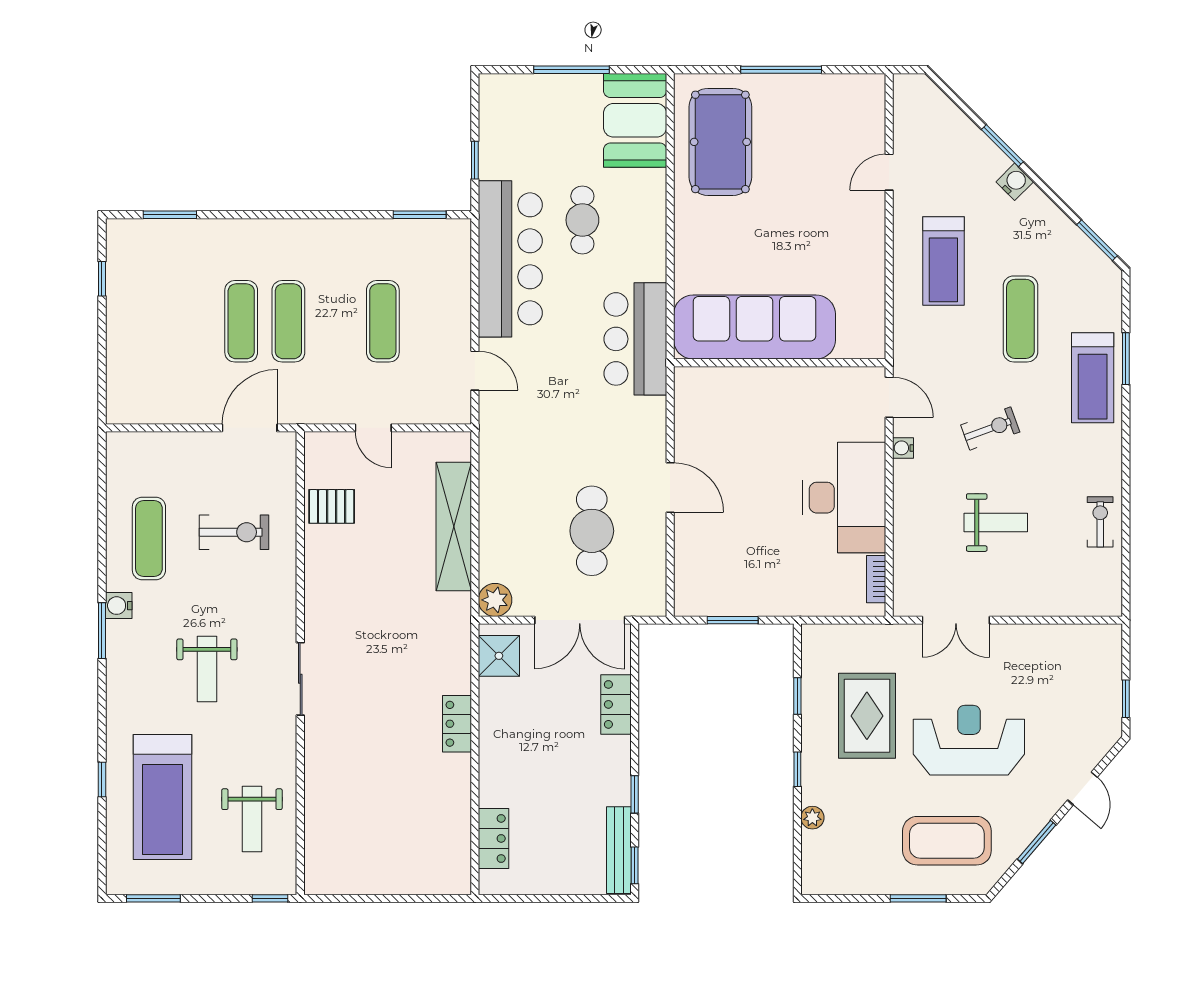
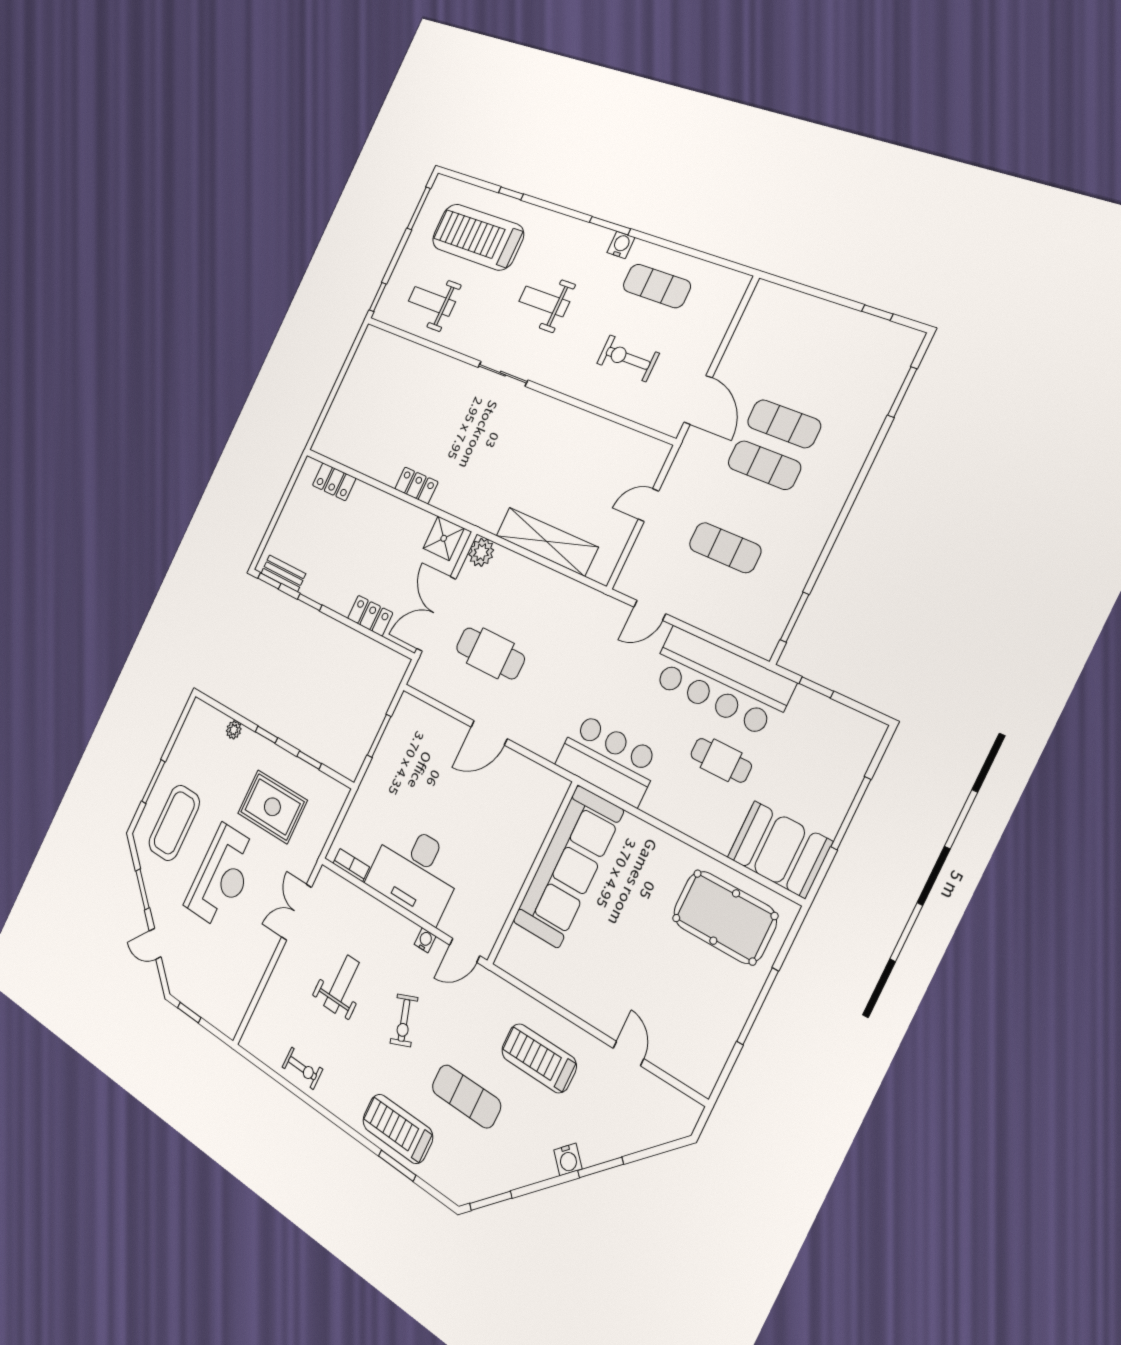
pallet: (332, 506) -> (608, 446), removed
weight bench: (996, 523) -> (341, 984), turned 180
exercise bike: (234, 532) -> (628, 358), turned 90
bench: (619, 850) -> (283, 573), width x0.73

